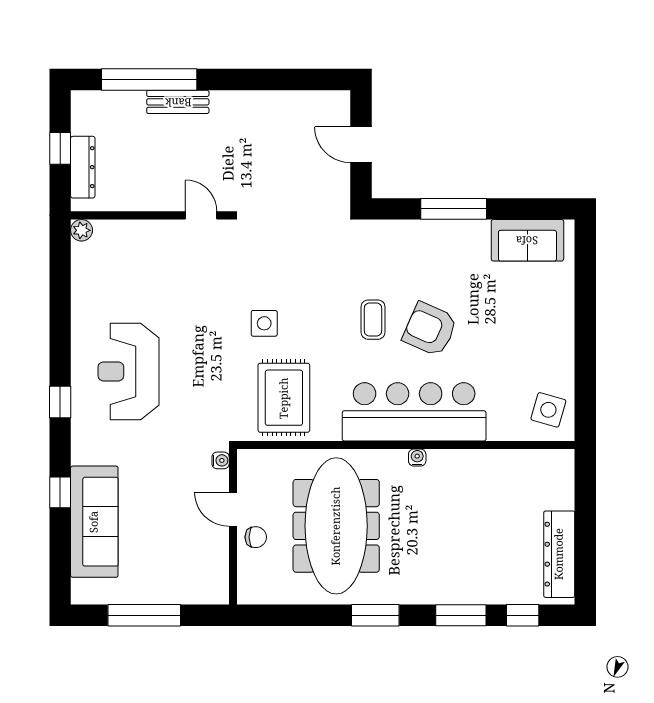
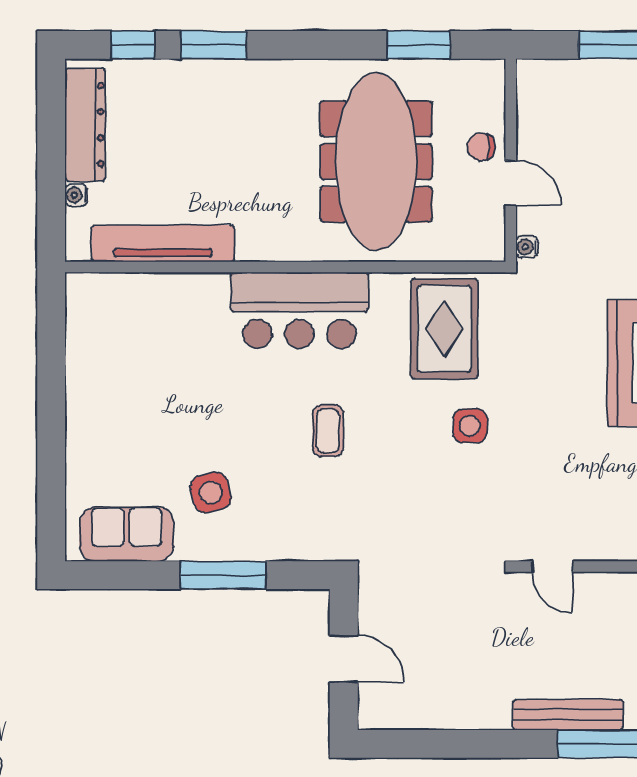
bench: (178, 102) -> (568, 715), width x1.36
armchair: (430, 329) -> (254, 418), removed
side table: (548, 410) -> (211, 492), moved, turned -31
bar counter: (414, 412) -> (299, 310), width x0.73
water cooler: (417, 458) -> (76, 195), moved, turned 90
tv unit: (500, 463) -> (163, 244), added
window: (375, 615) -> (419, 45), moved

